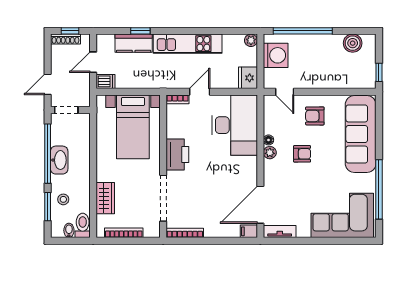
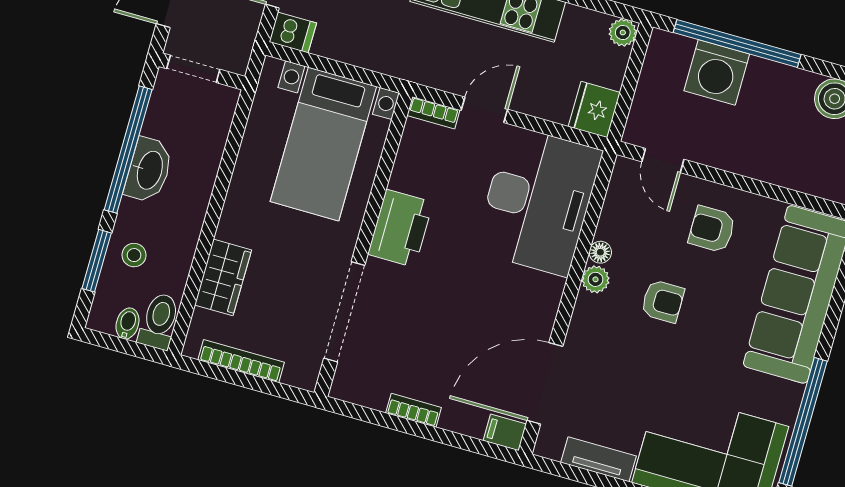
washing machine: (276, 55) -> (717, 72), moved, turned 90
tv unit: (280, 231) -> (599, 459), moved
bookcase: (185, 233) -> (414, 410), moved, width x0.64

